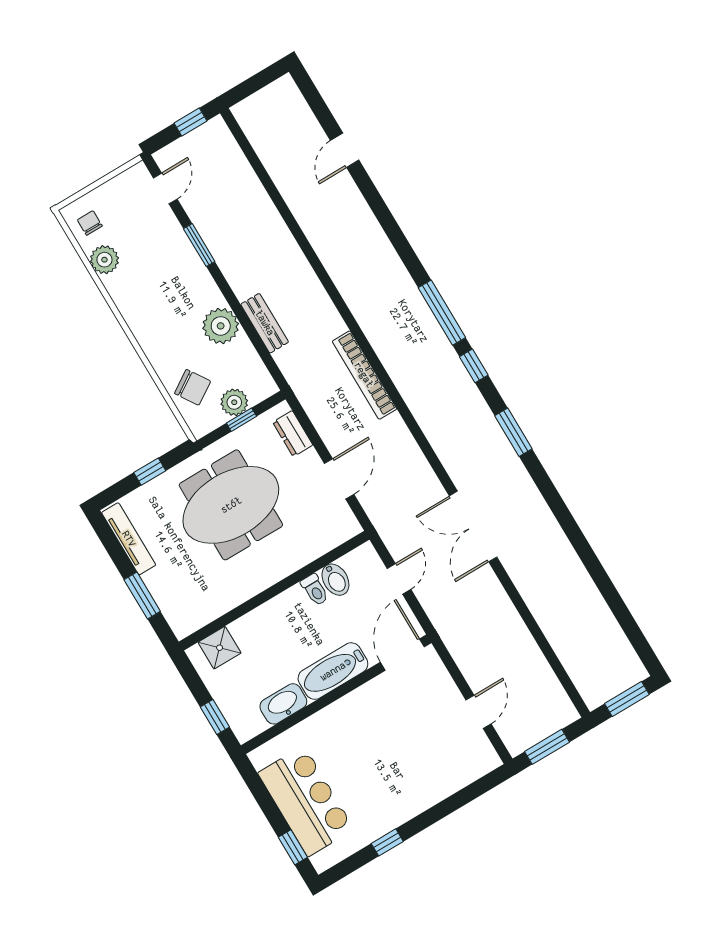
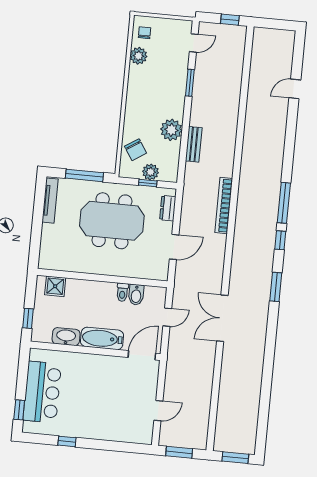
window: (150, 472) -> (84, 175), width x2.17
window: (142, 595) -> (36, 233), removed

